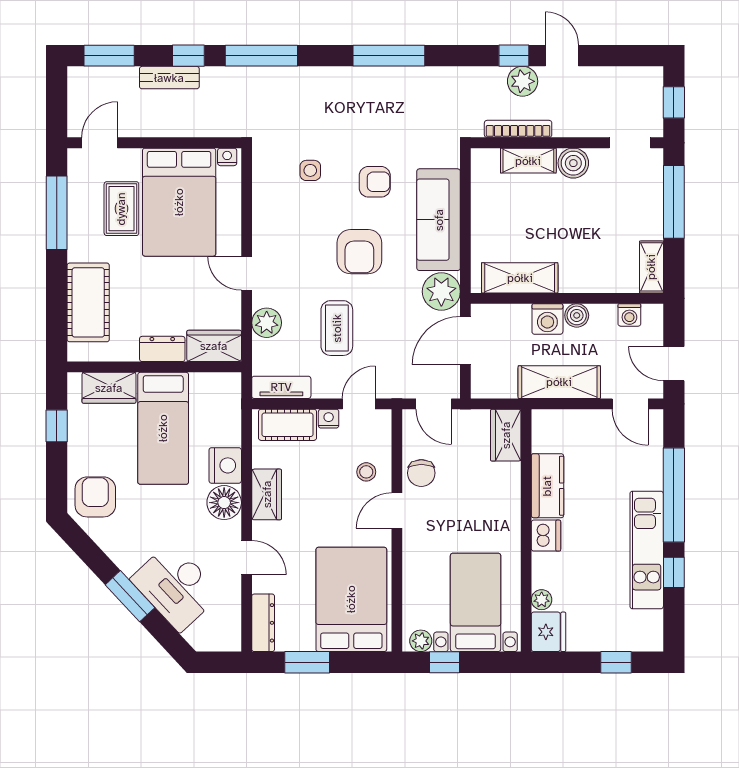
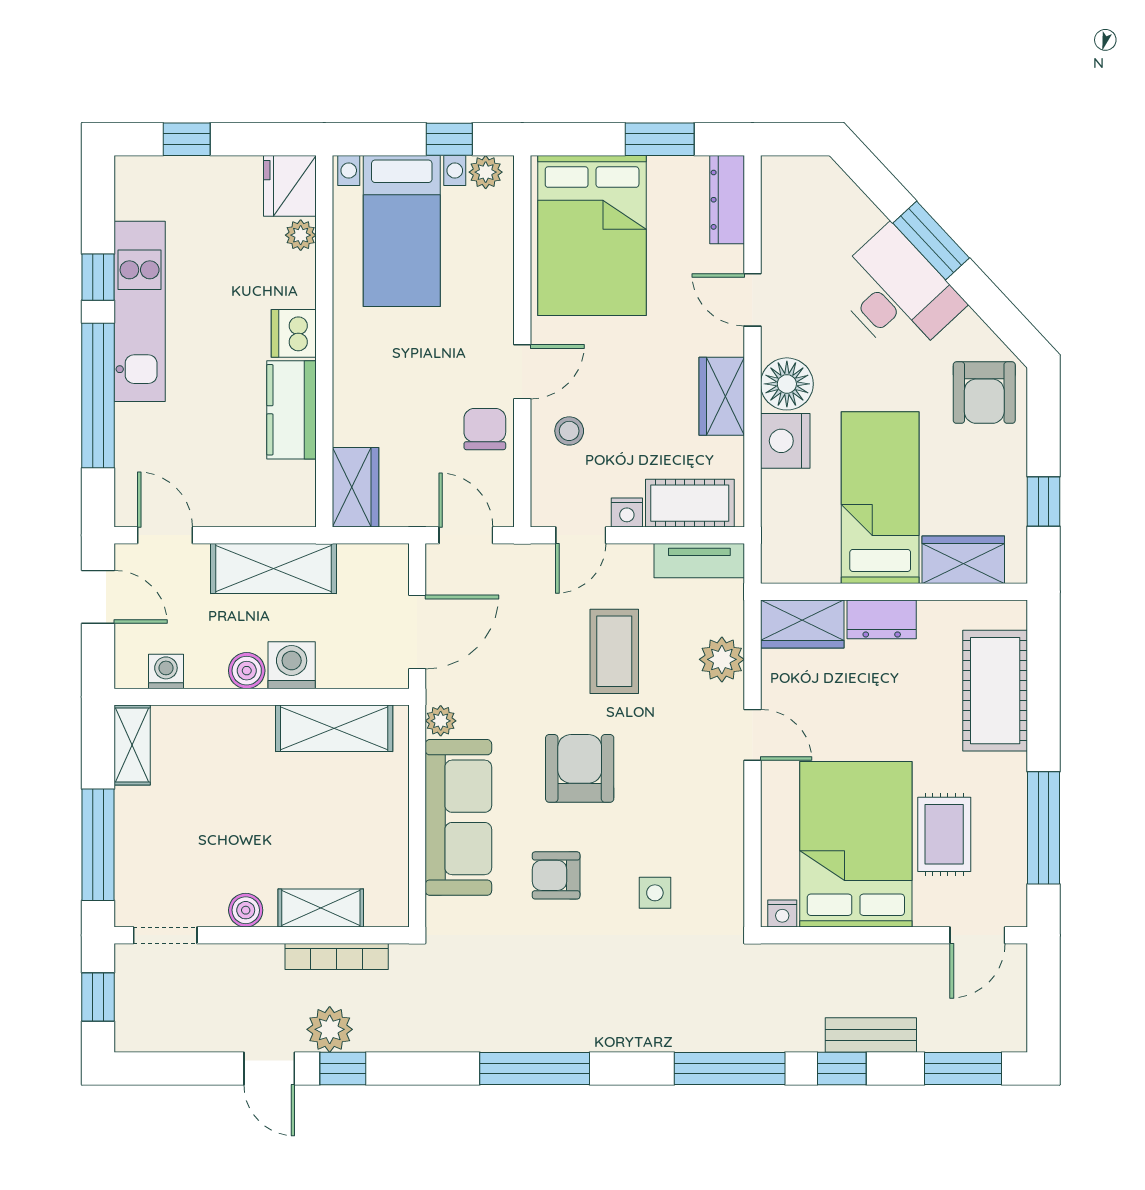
boiler: (573, 163) -> (246, 910), width x0.73, depth x0.73
plant: (441, 292) -> (441, 721), width x0.53, depth x0.53
desk: (176, 587) -> (897, 293), moved

